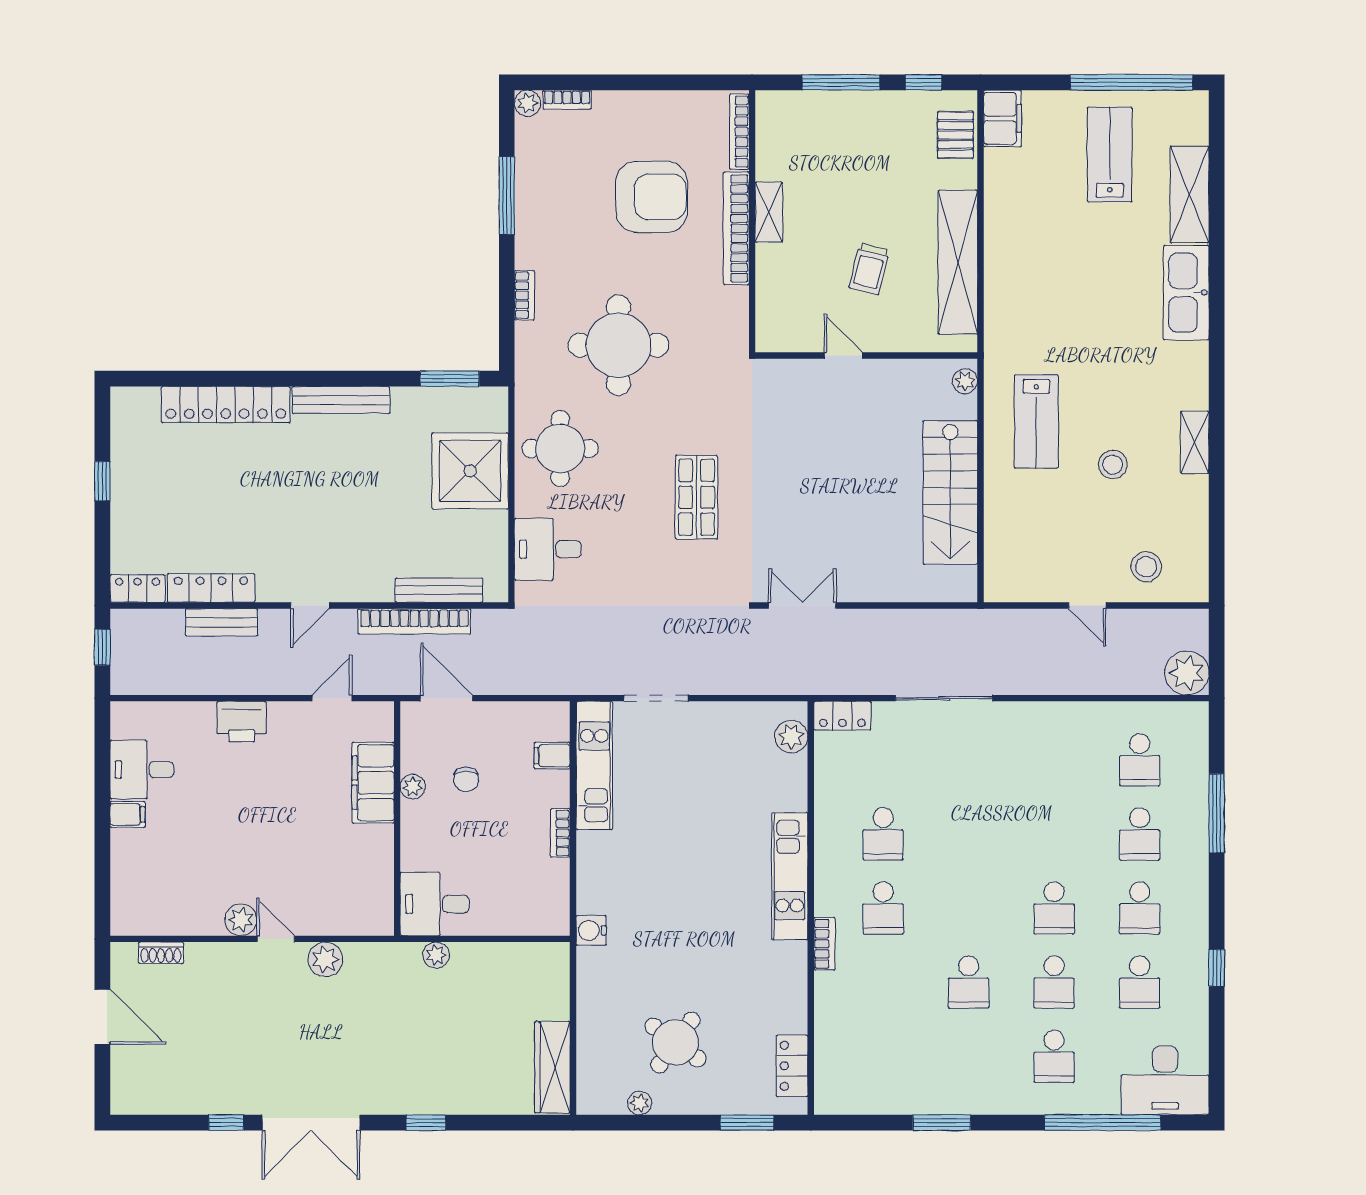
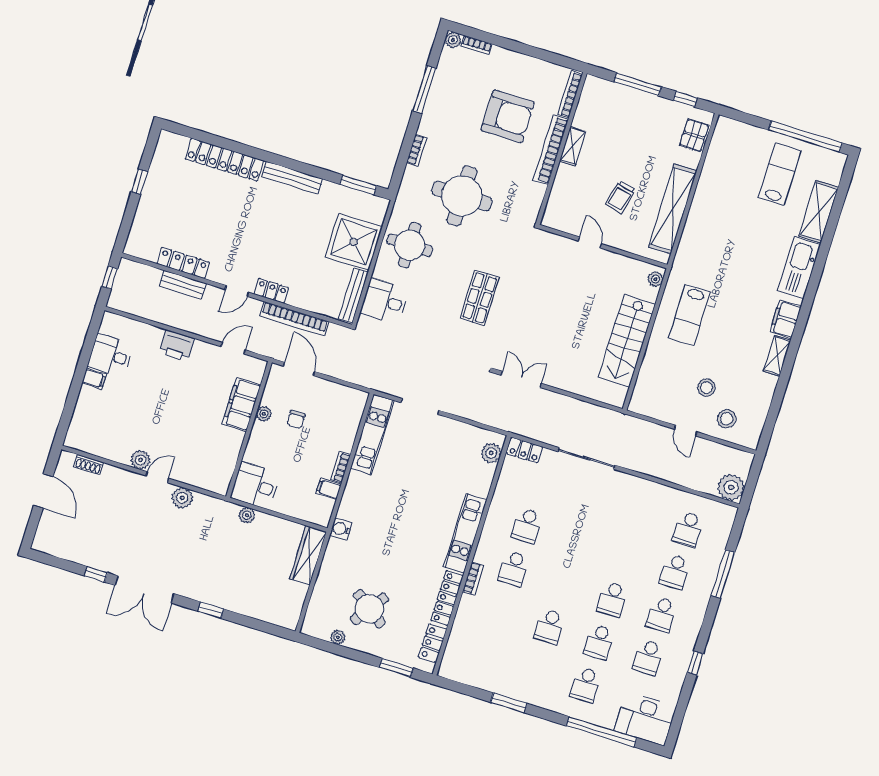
filing cabinet: (1002, 118) -> (786, 319), moved, turned 180
stool: (1113, 465) -> (706, 388), moved
locker: (138, 589) -> (271, 291), moved
bench: (439, 590) -> (353, 295), moved, turned 90
filing cabinet: (552, 756) -> (329, 489), moved
door: (276, 939) -> (157, 477), hinge flipped
locker: (793, 987) -> (447, 598), added
wardrobe: (552, 1067) -> (308, 556), moved

